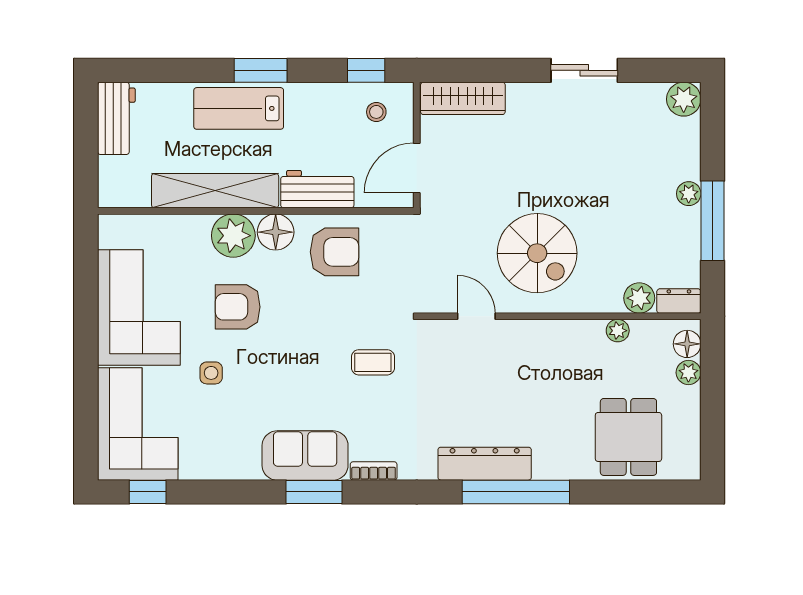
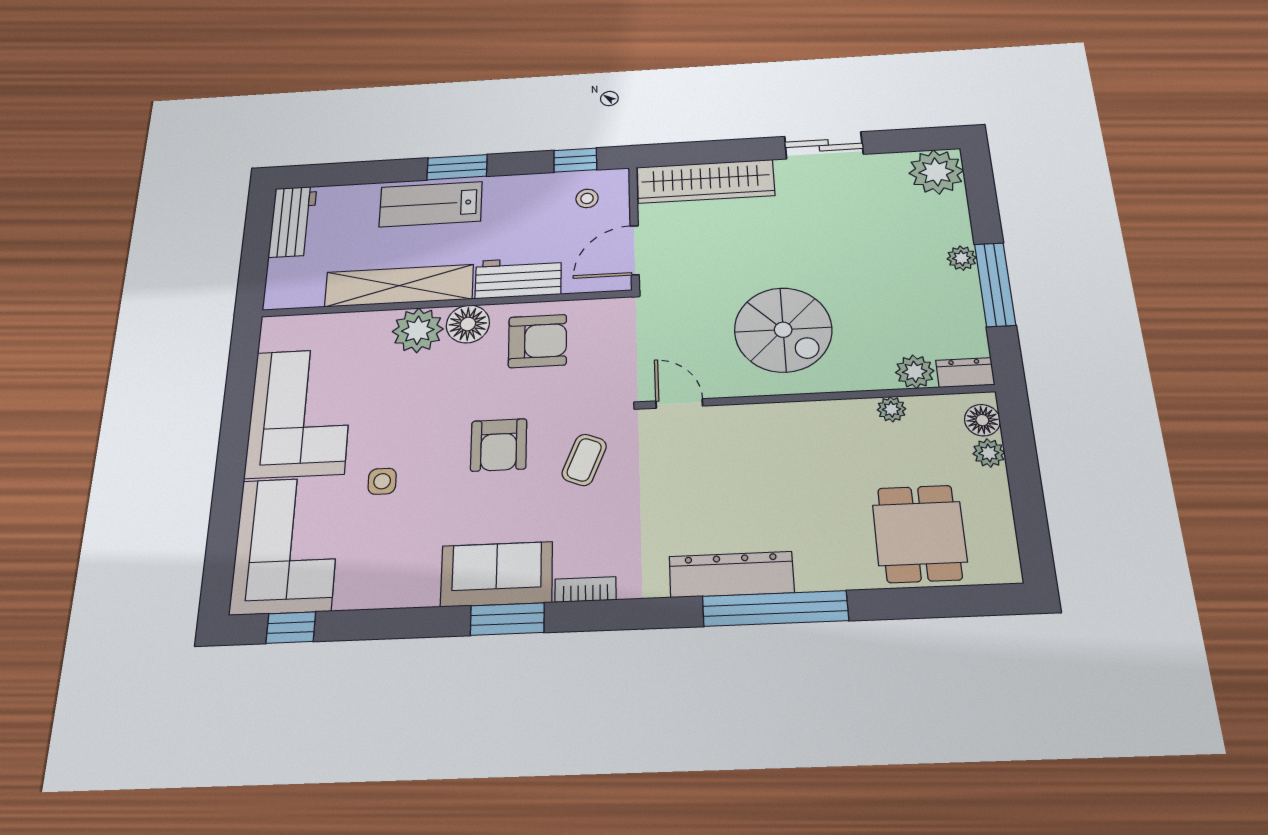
wardrobe: (463, 98) -> (706, 181), width x1.40, depth x1.17
plant: (684, 99) -> (936, 172), width x1.36, depth x1.36
armchair: (238, 307) -> (499, 445), moved, turned -90
door: (476, 316) -> (679, 403), moved
coffee table: (373, 362) -> (584, 460), turned -68

